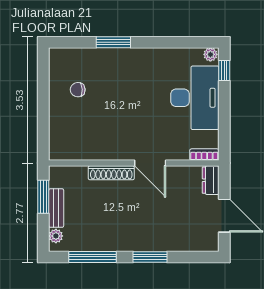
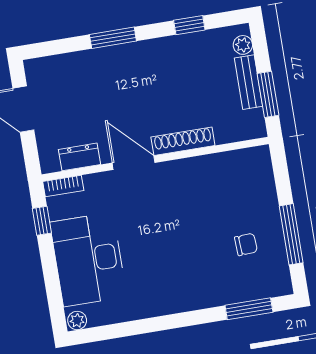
window: (113, 42) -> (249, 309), moved
window: (224, 71) -> (42, 221), moved
window: (43, 92) -> (291, 234), added
dresser: (211, 180) -> (79, 157), moved, turned -90
window: (93, 257) -> (189, 25), width x0.46

